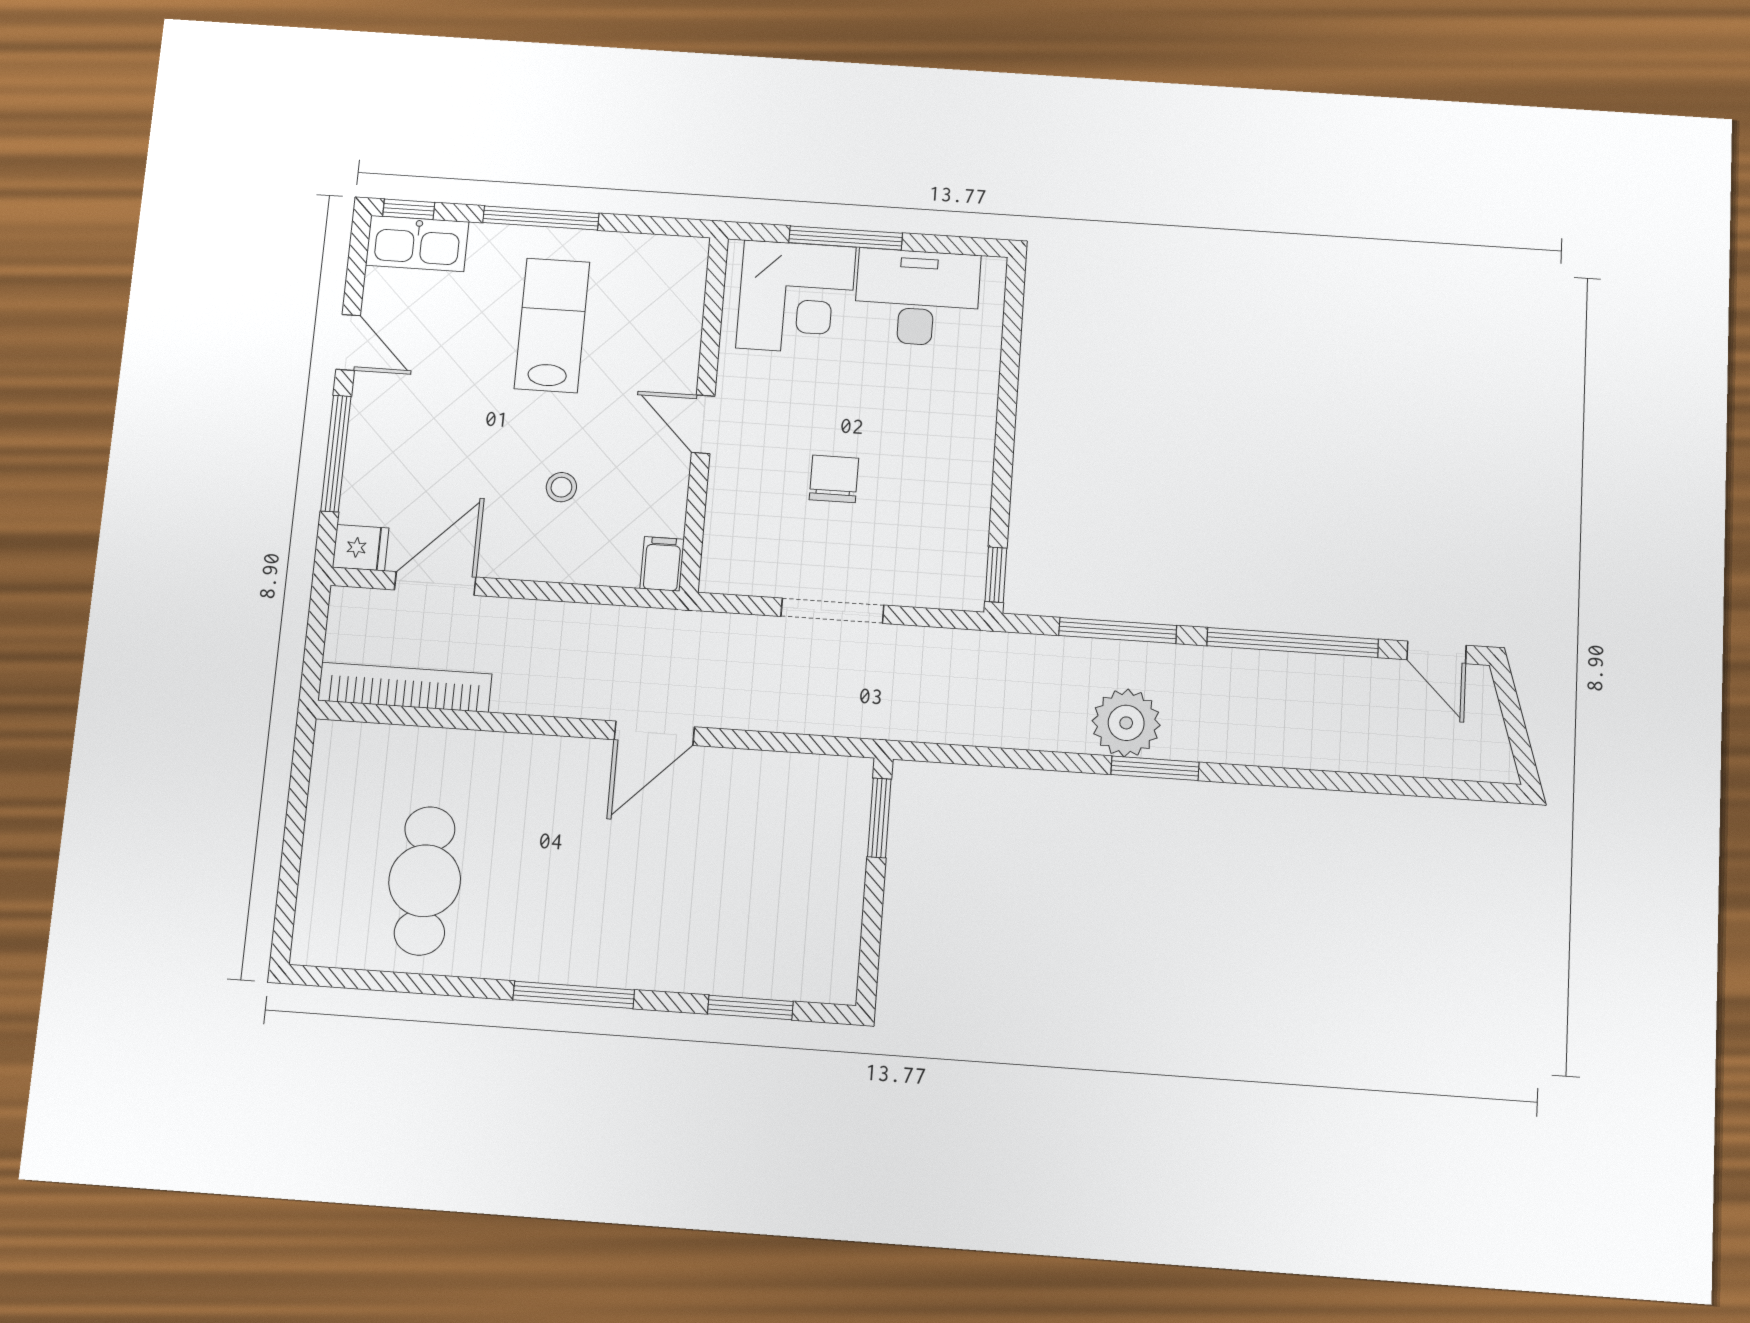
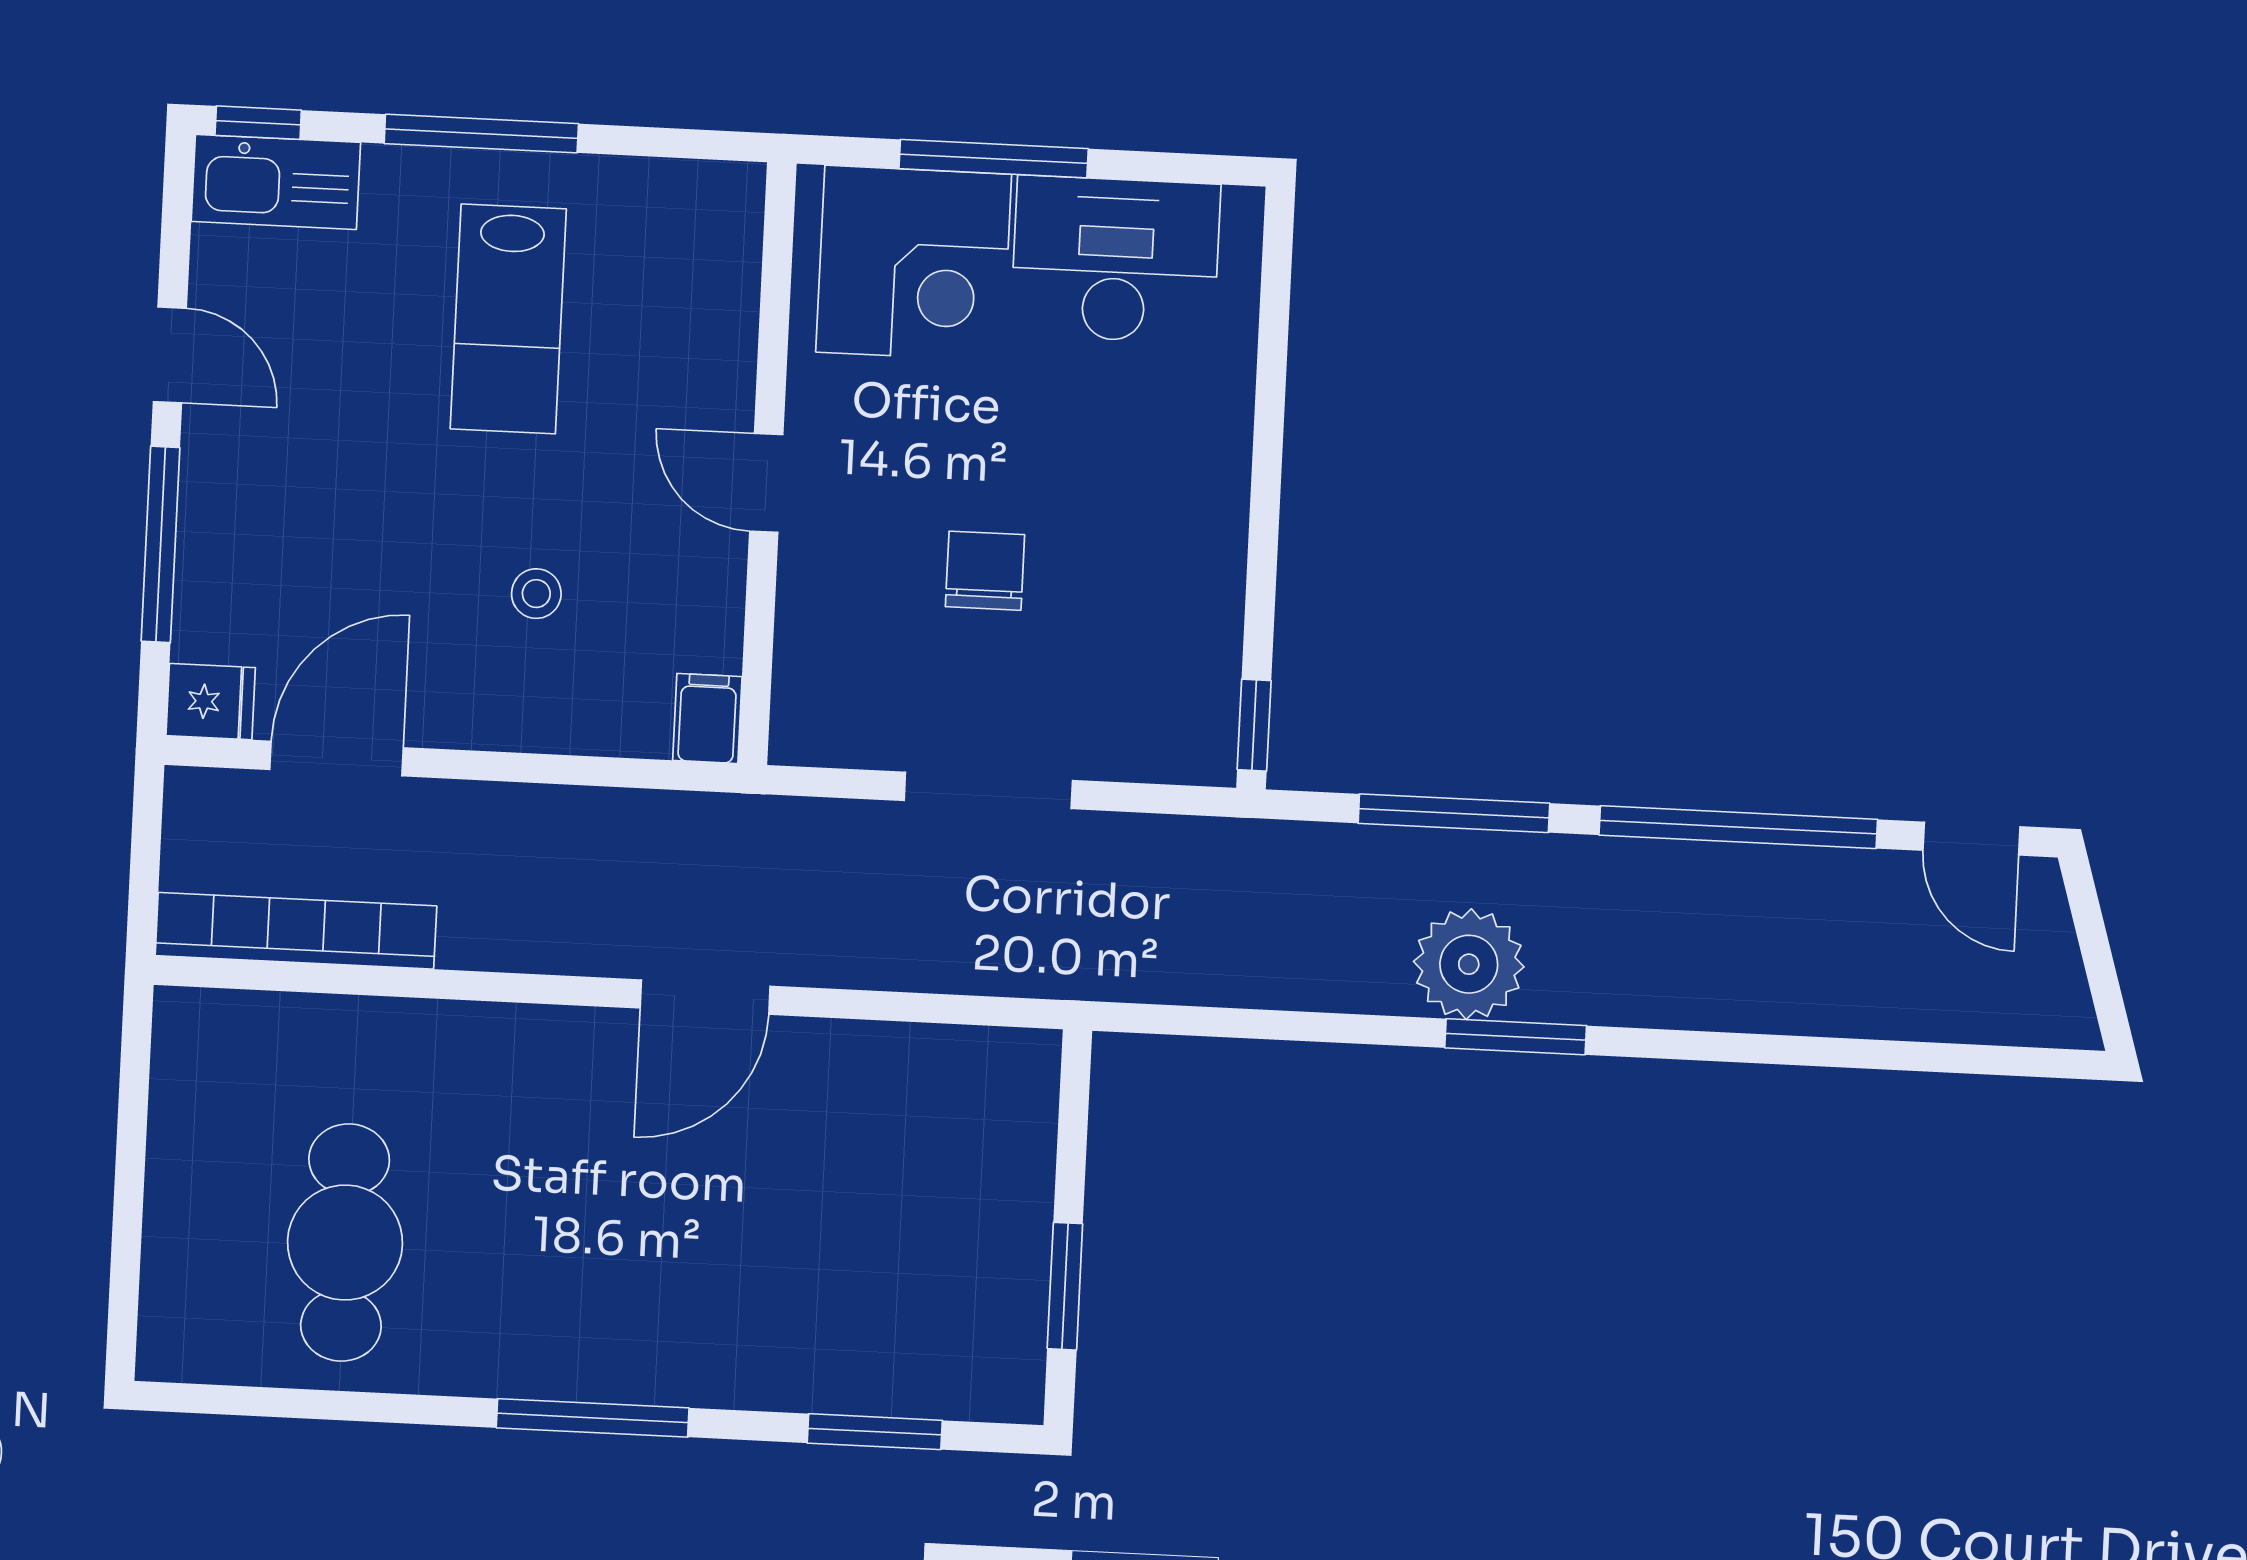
lab bench: (552, 325) -> (508, 319), turned 180
window: (879, 818) -> (1065, 1286), moved

